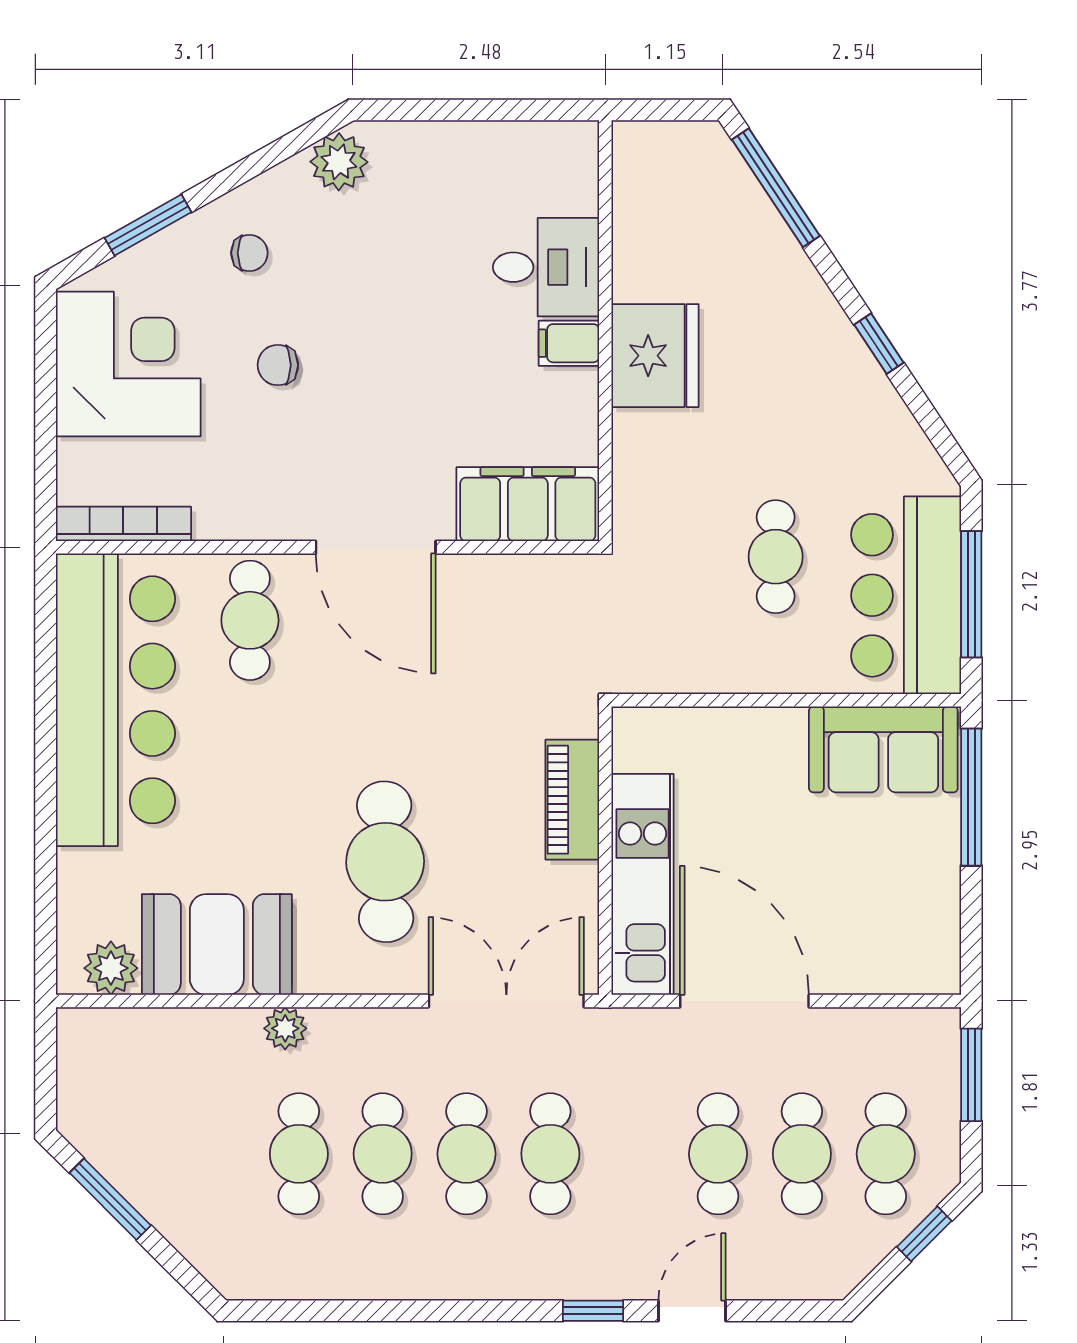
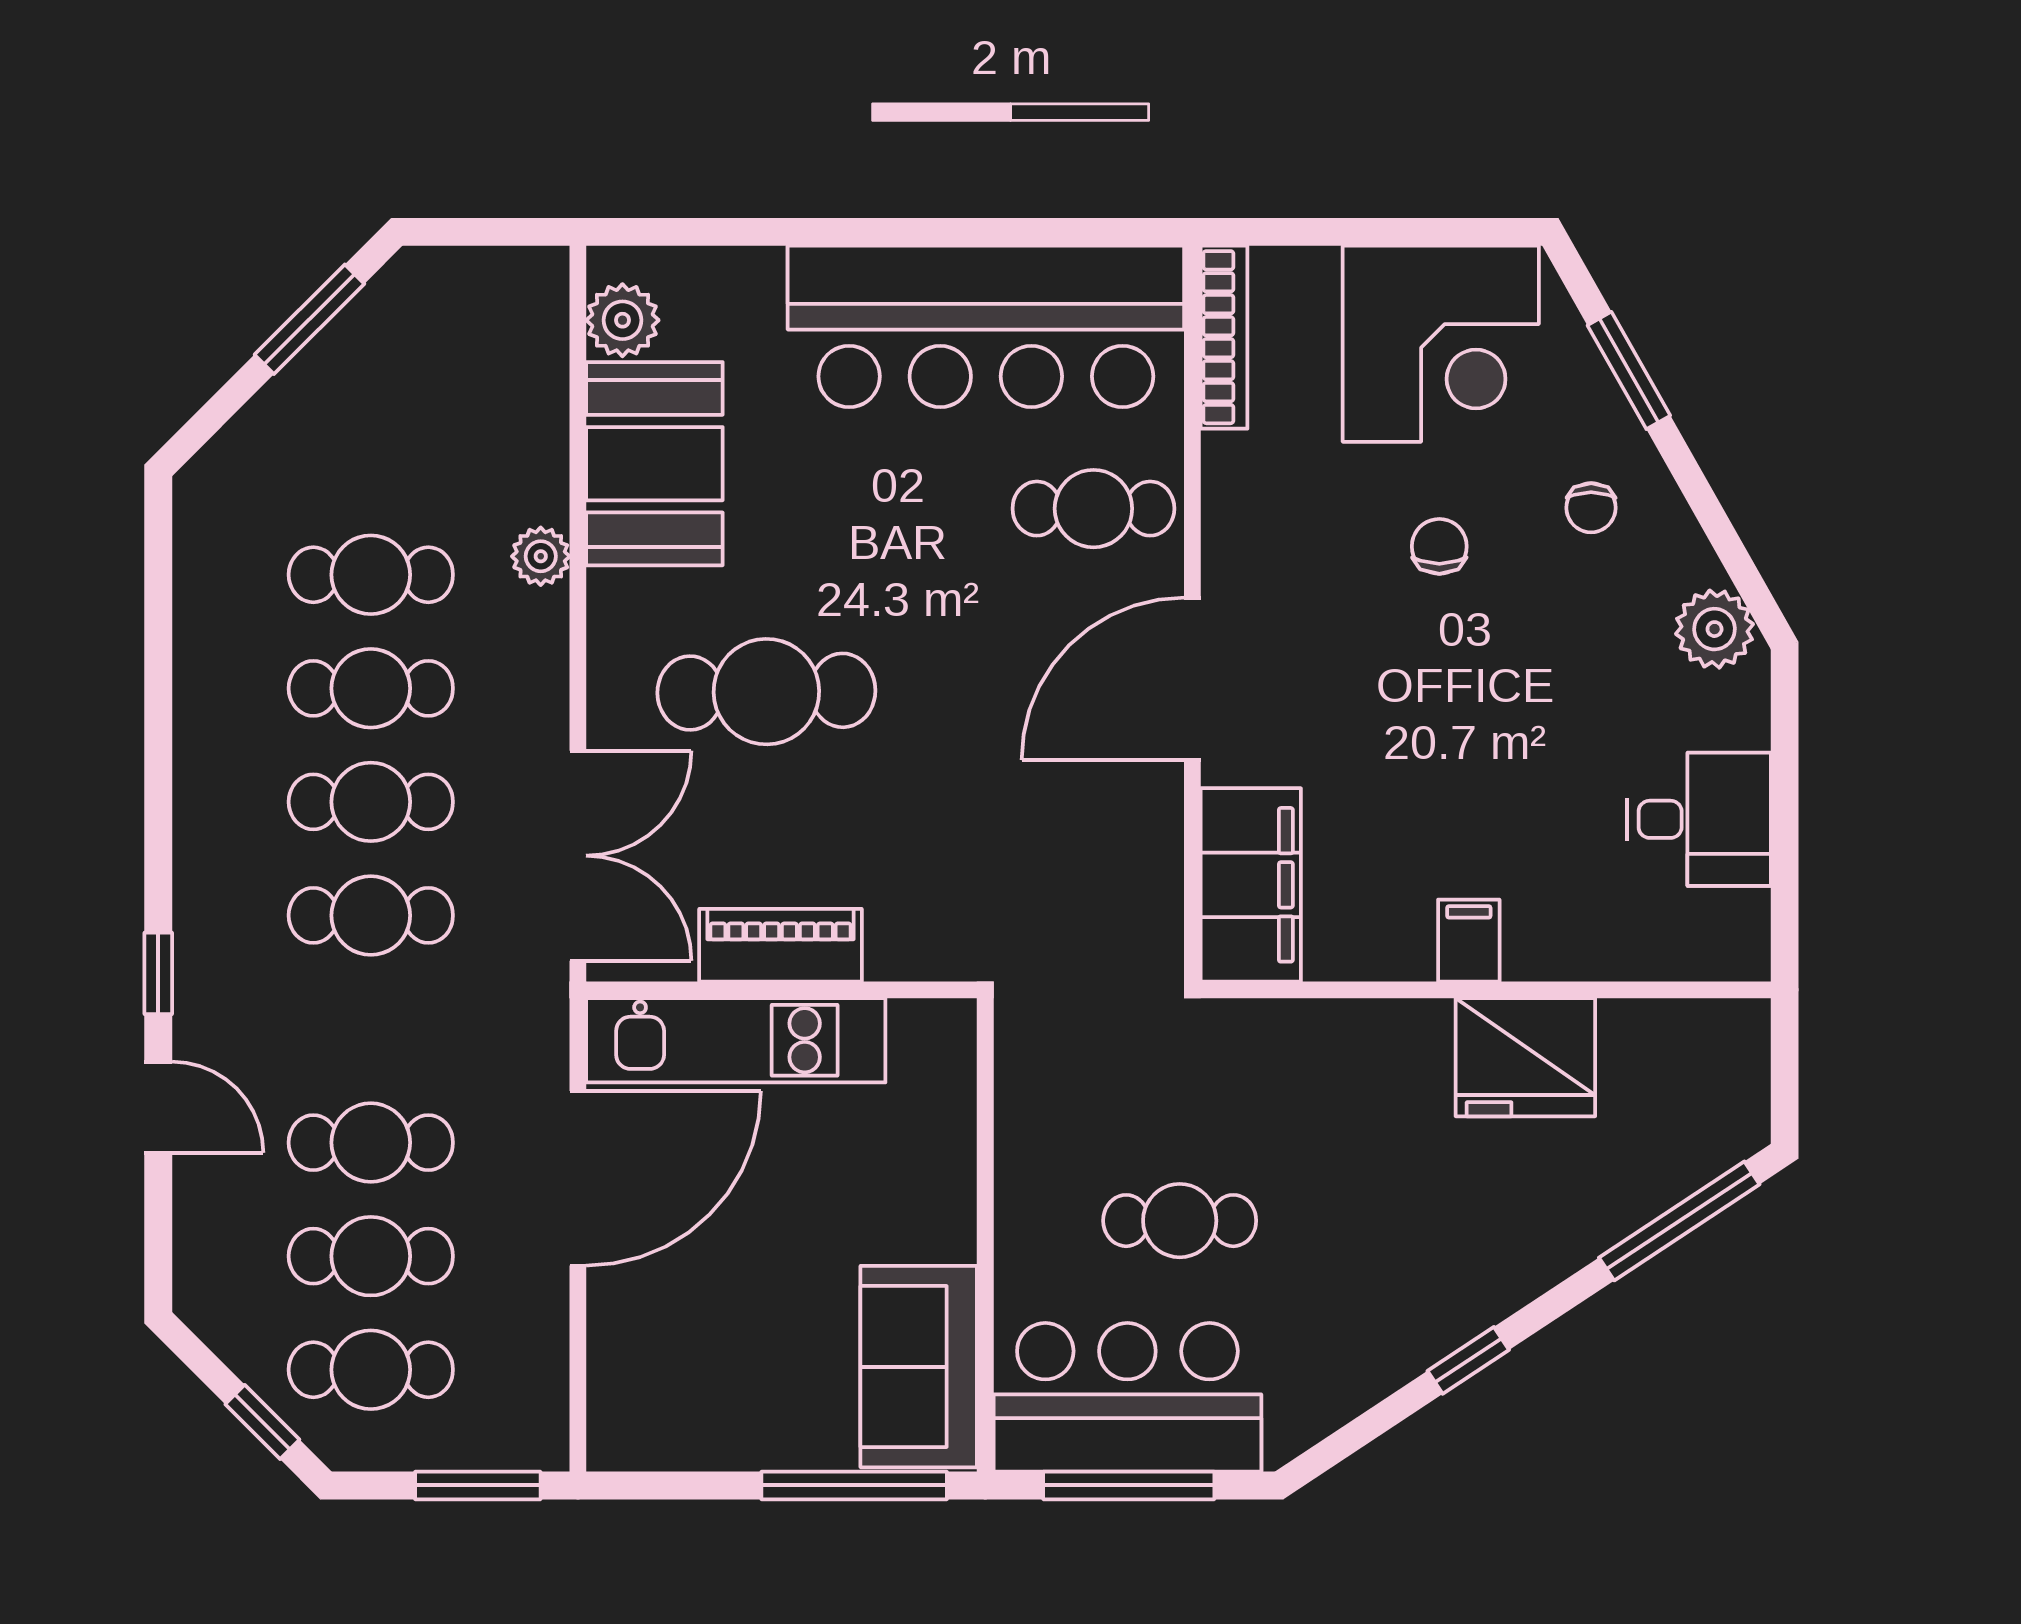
desk: (546, 267) -> (1699, 819), moved, turned -90
fridge: (655, 356) -> (1525, 1057), moved
piano: (572, 800) -> (781, 945), moved

